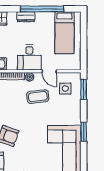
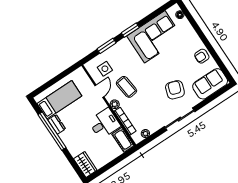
dresser: (26, 17) -> (57, 124), moved
desk: (29, 57) -> (104, 124), moved
window: (84, 89) -> (106, 46), moved

